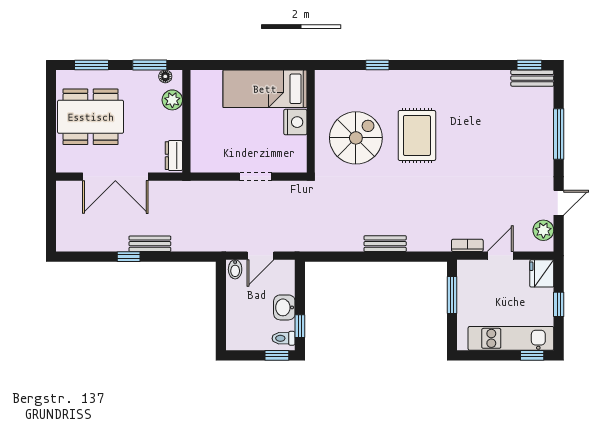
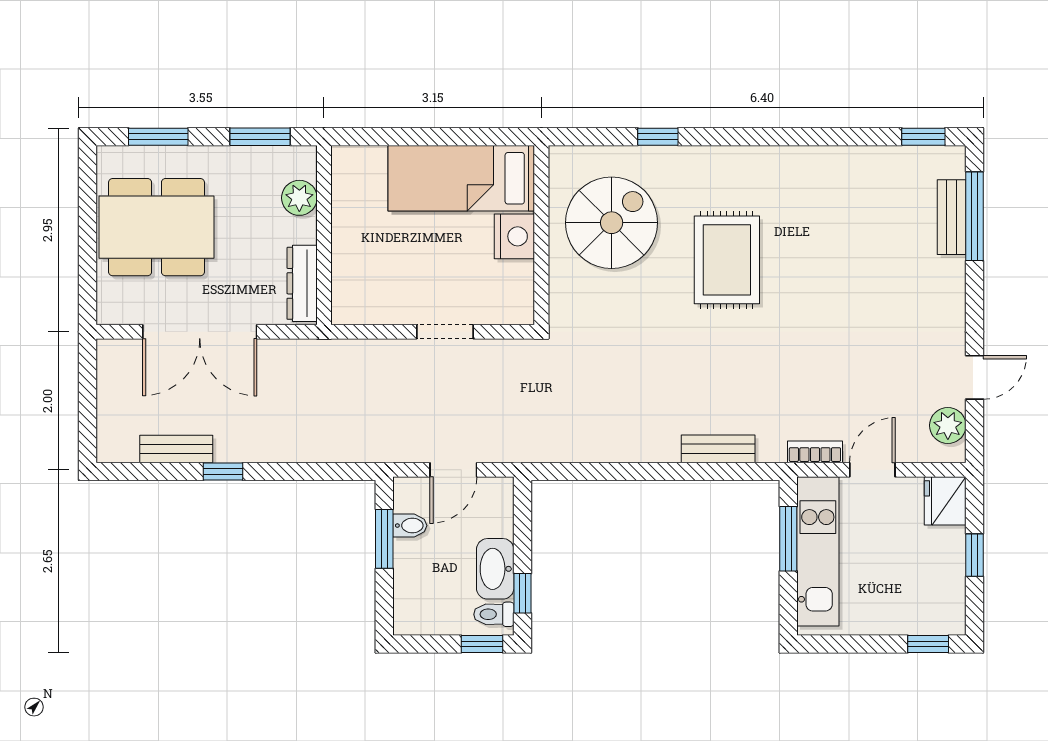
floor lamp: (165, 76) -> (287, 157), removed
bench: (532, 78) -> (952, 217), moved, turned 90
window: (559, 134) -> (975, 216), moved
spiral stairs: (356, 138) -> (612, 223), moved
dresser: (174, 156) -> (302, 283), width x1.44
bench: (150, 244) -> (176, 449), moved
bench: (385, 244) -> (718, 449), moved
bidet: (235, 269) -> (410, 526), moved, turned -90
window: (221, 295) -> (384, 539), added
washbasin: (284, 307) -> (495, 569), width x1.38
kitchen unit: (511, 338) -> (818, 551), moved, turned 90

